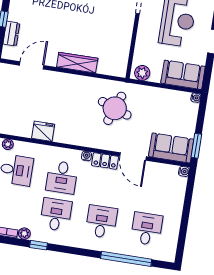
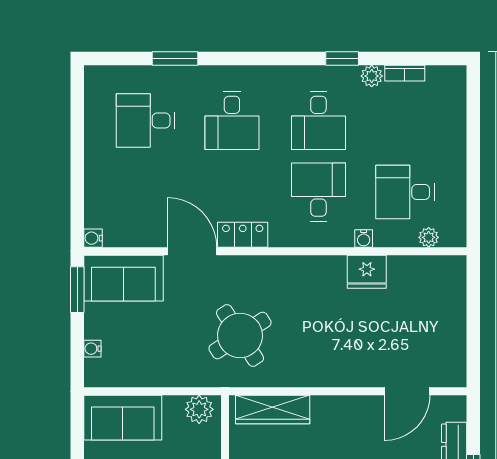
wardrobe: (77, 63) -> (273, 409), moved
water cooler: (196, 98) -> (92, 349), moved
round table: (115, 108) -> (240, 335), turned 37
water cooler: (86, 156) -> (364, 239), moved
desk: (147, 229) -> (145, 120), turned 90
window: (126, 259) -> (175, 59), width x0.47

